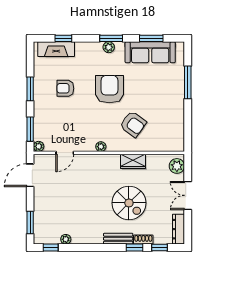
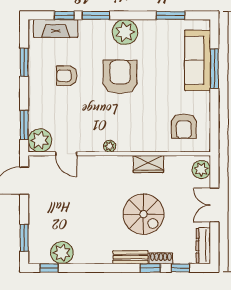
window: (111, 38) -> (96, 15), moved
plant: (109, 47) -> (125, 32), width x1.87, depth x1.87
sofa: (150, 52) -> (198, 60), moved, turned 90
window: (30, 89) -> (24, 62), moved
armchair: (133, 124) -> (184, 126), moved, turned 54
plant: (39, 146) -> (40, 140), width x1.88, depth x1.88
door: (65, 153) -> (66, 154), hinge flipped
plant: (66, 239) -> (62, 253), width x1.87, depth x1.87

